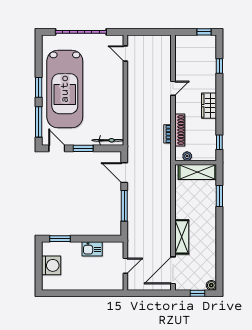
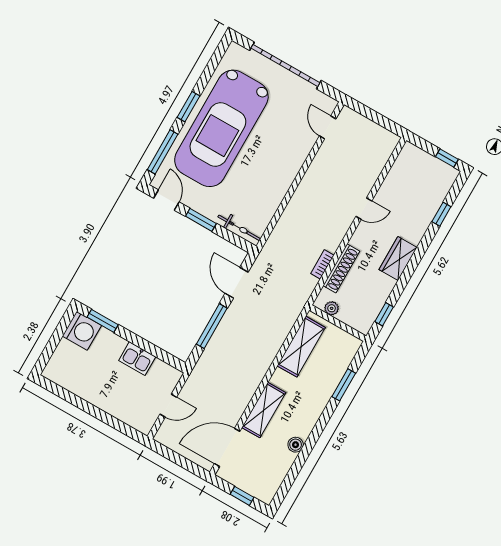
shelving: (197, 172) -> (301, 347), moved, turned 90
washing machine: (51, 265) -> (82, 331), moved
boiler: (211, 285) -> (296, 445), moved

